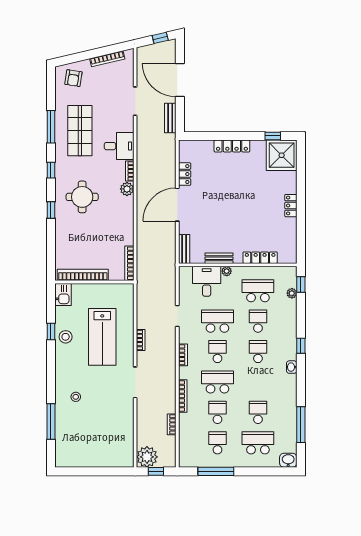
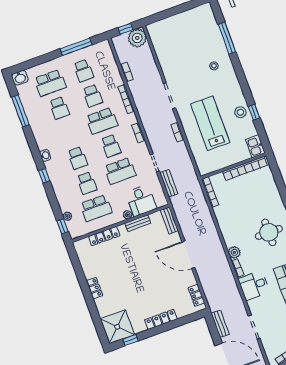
locker: (185, 174) -> (196, 295), moved
door: (177, 205) -> (188, 255), swing flipped
bench: (170, 289) -> (169, 183), added

